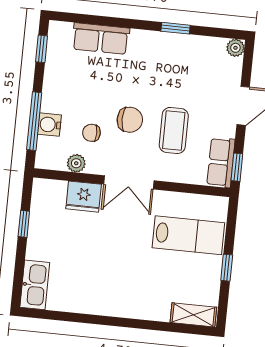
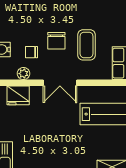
chair: (130, 120) -> (56, 41), turned 90
fridge: (84, 197) -> (18, 95), moved

